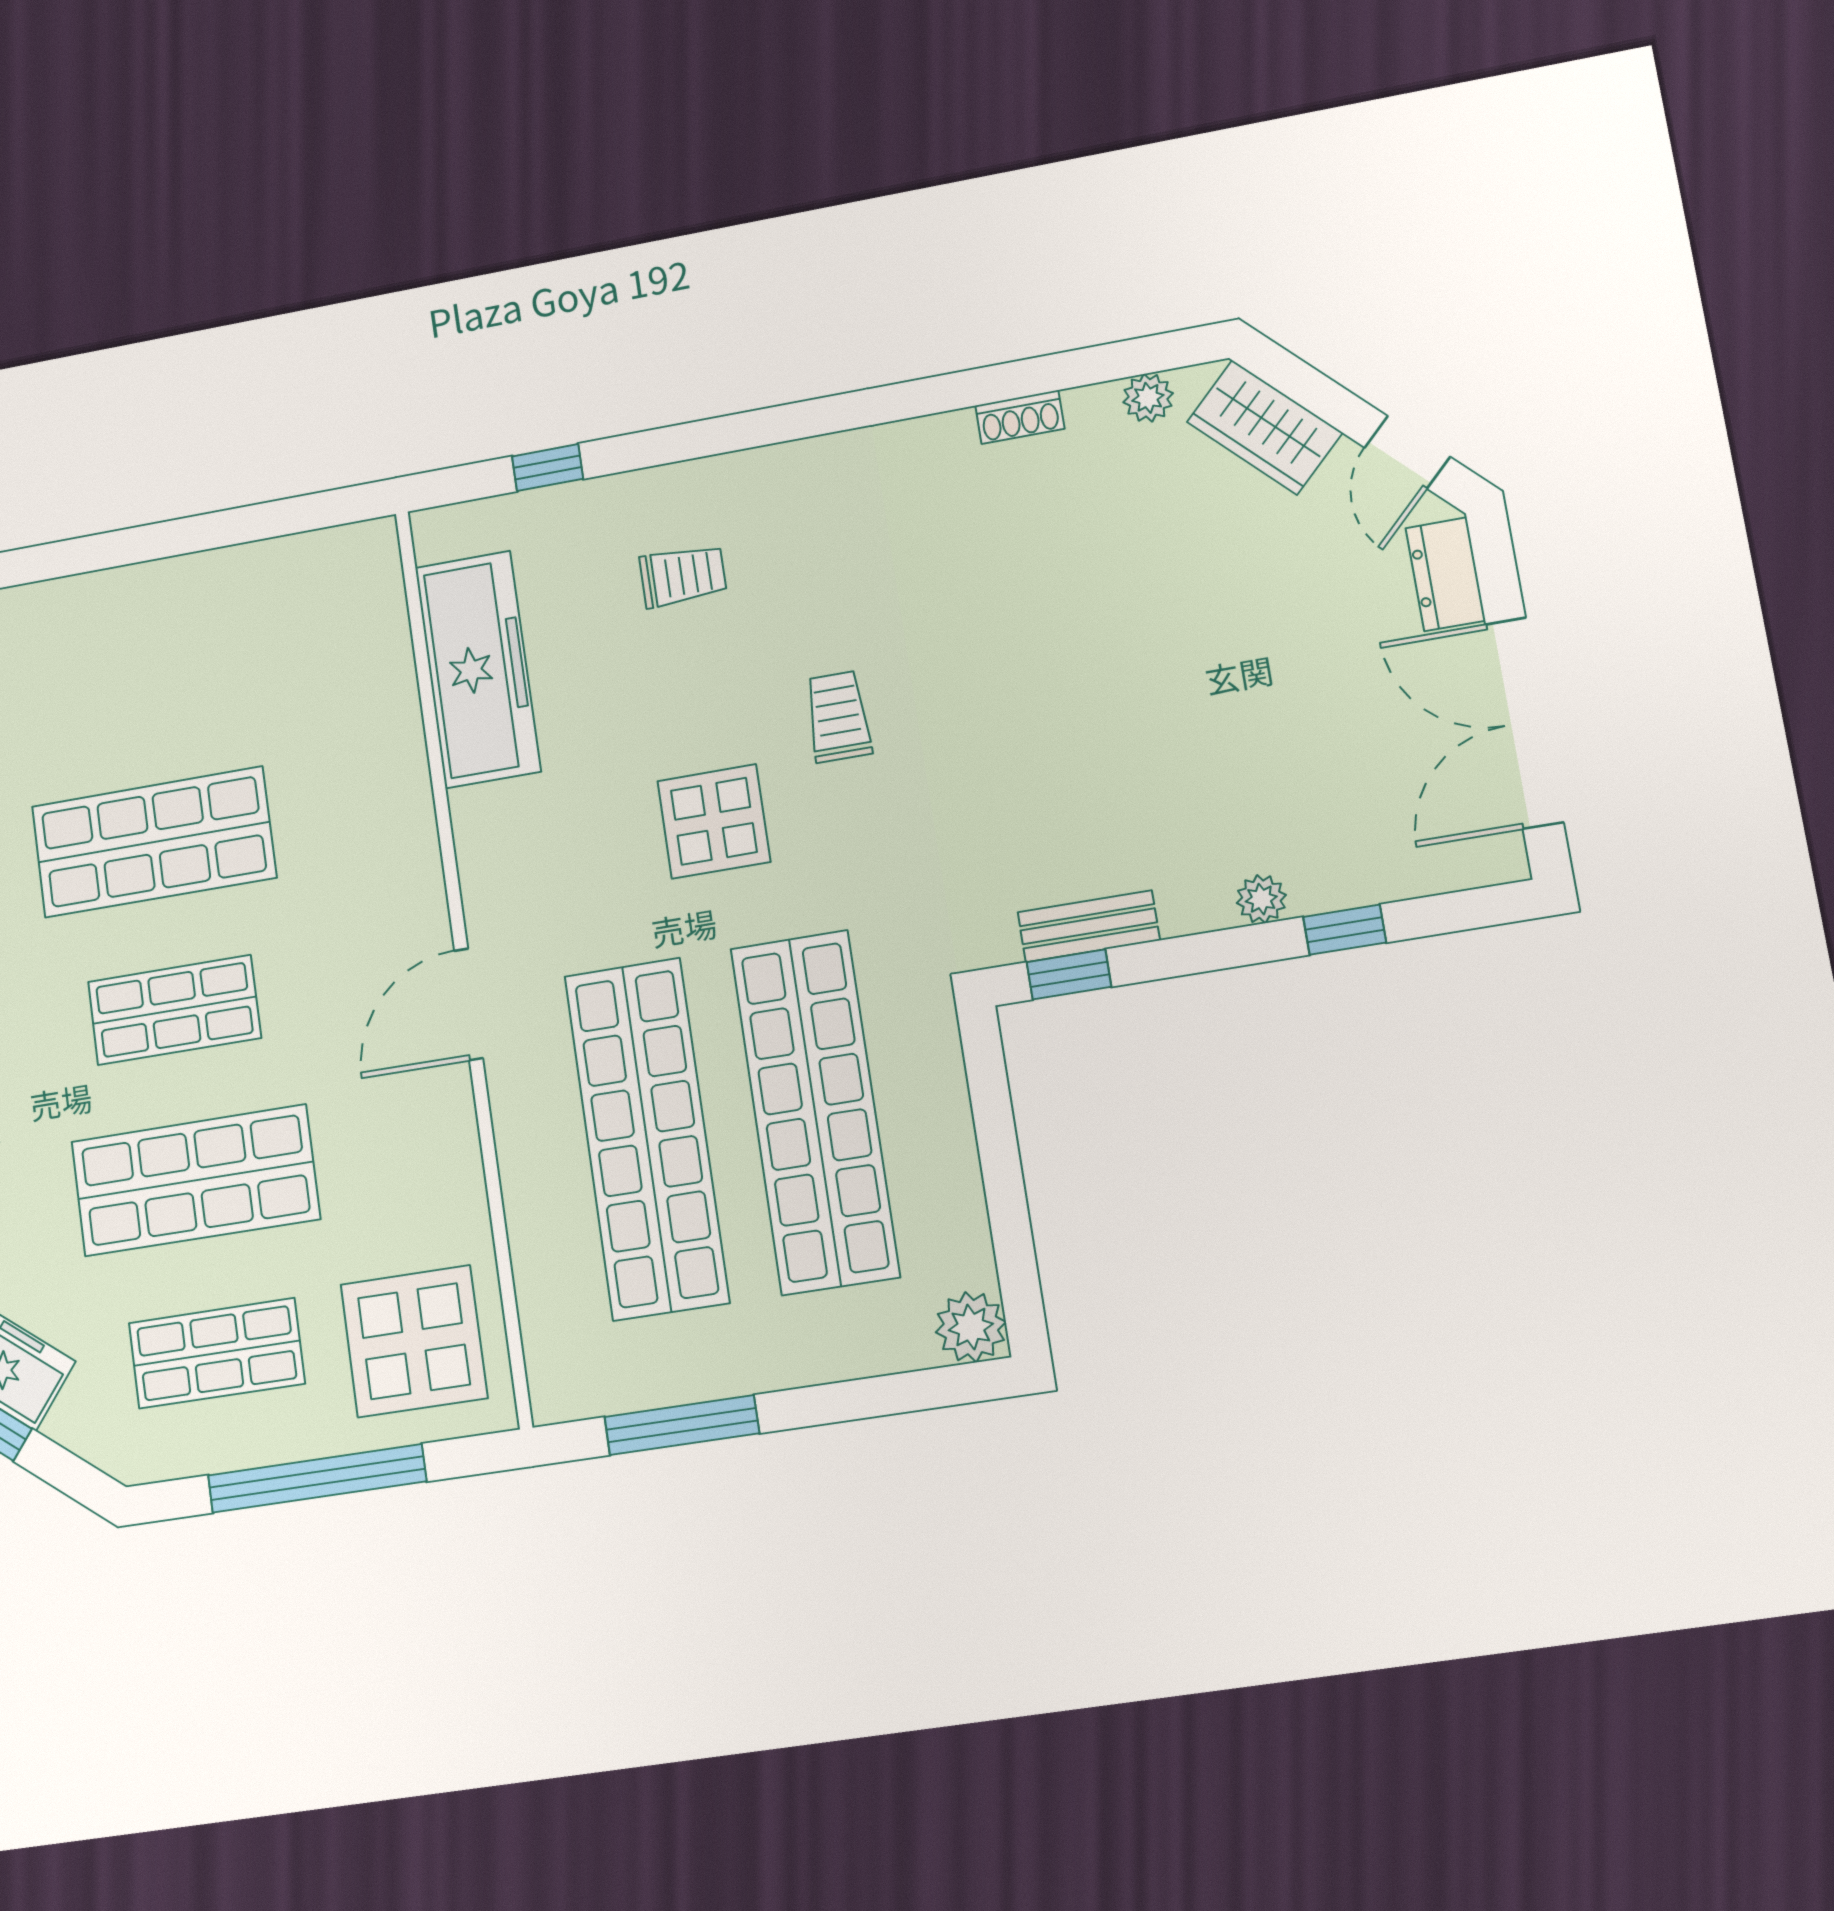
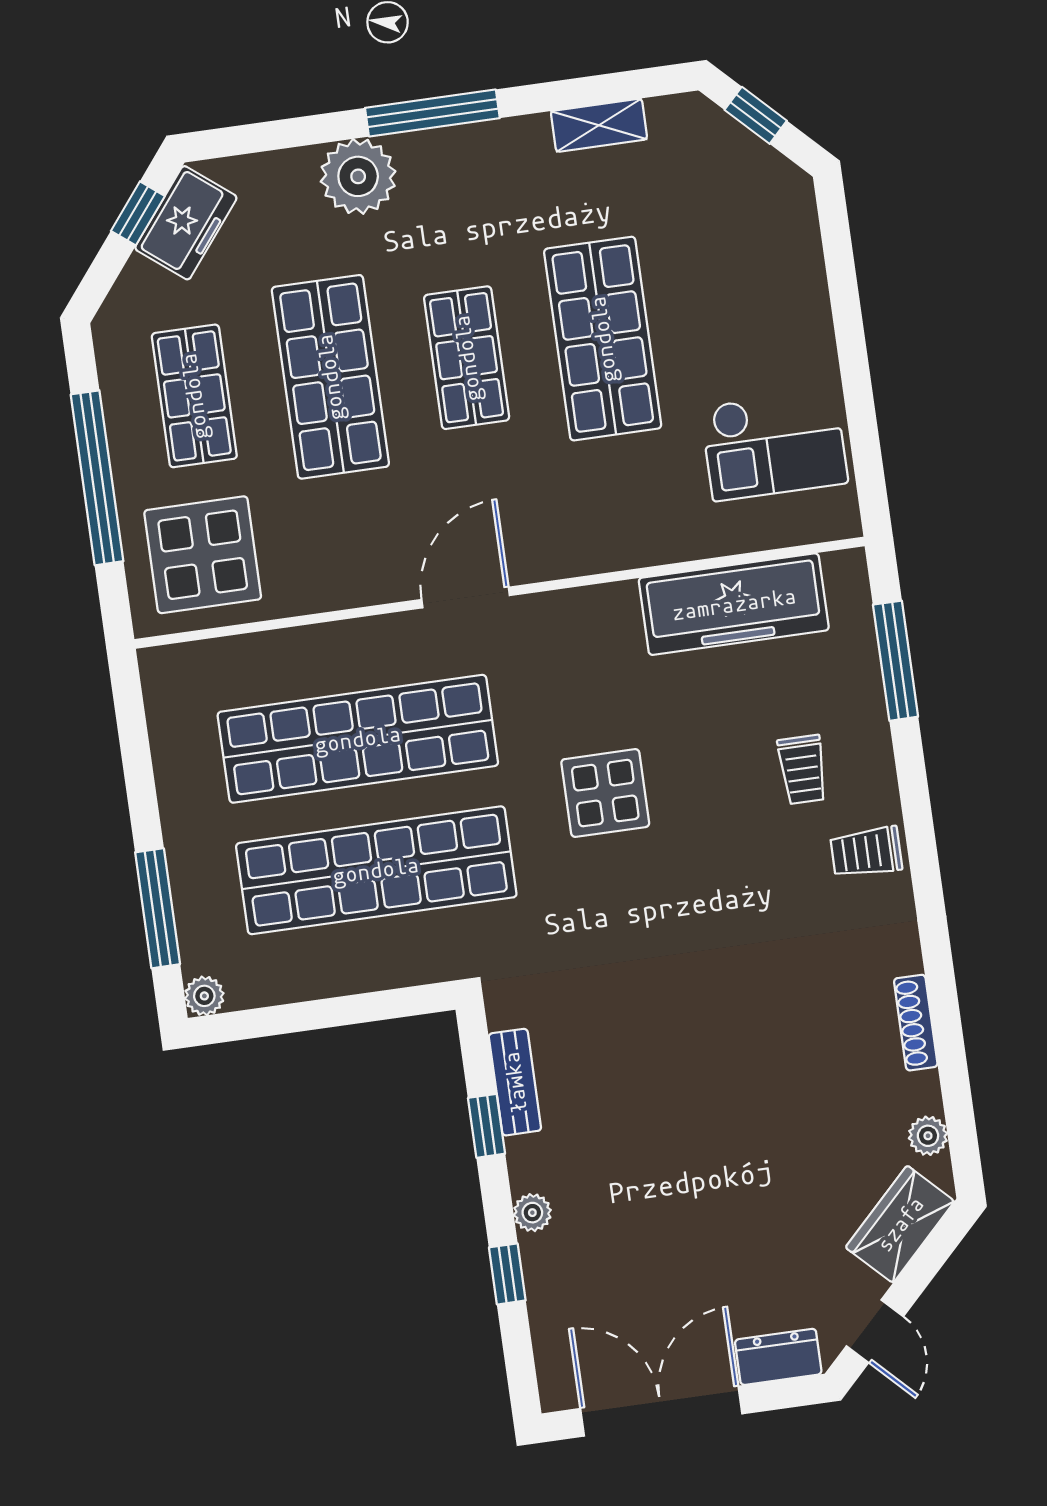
shoe rack: (1020, 417) -> (916, 1023), width x1.43
door: (1407, 452) -> (875, 1331), swing flipped
window: (548, 468) -> (896, 661), width x2.17
checkout: (284, 627) -> (774, 445), added
trolley: (838, 717) -> (866, 852), moved, turned 180
window: (1069, 974) -> (486, 1126), moved
door: (469, 1004) -> (466, 597), hinge flipped
plant: (971, 1327) -> (204, 996), width x0.73, depth x0.73
window: (682, 1425) -> (158, 908), moved

